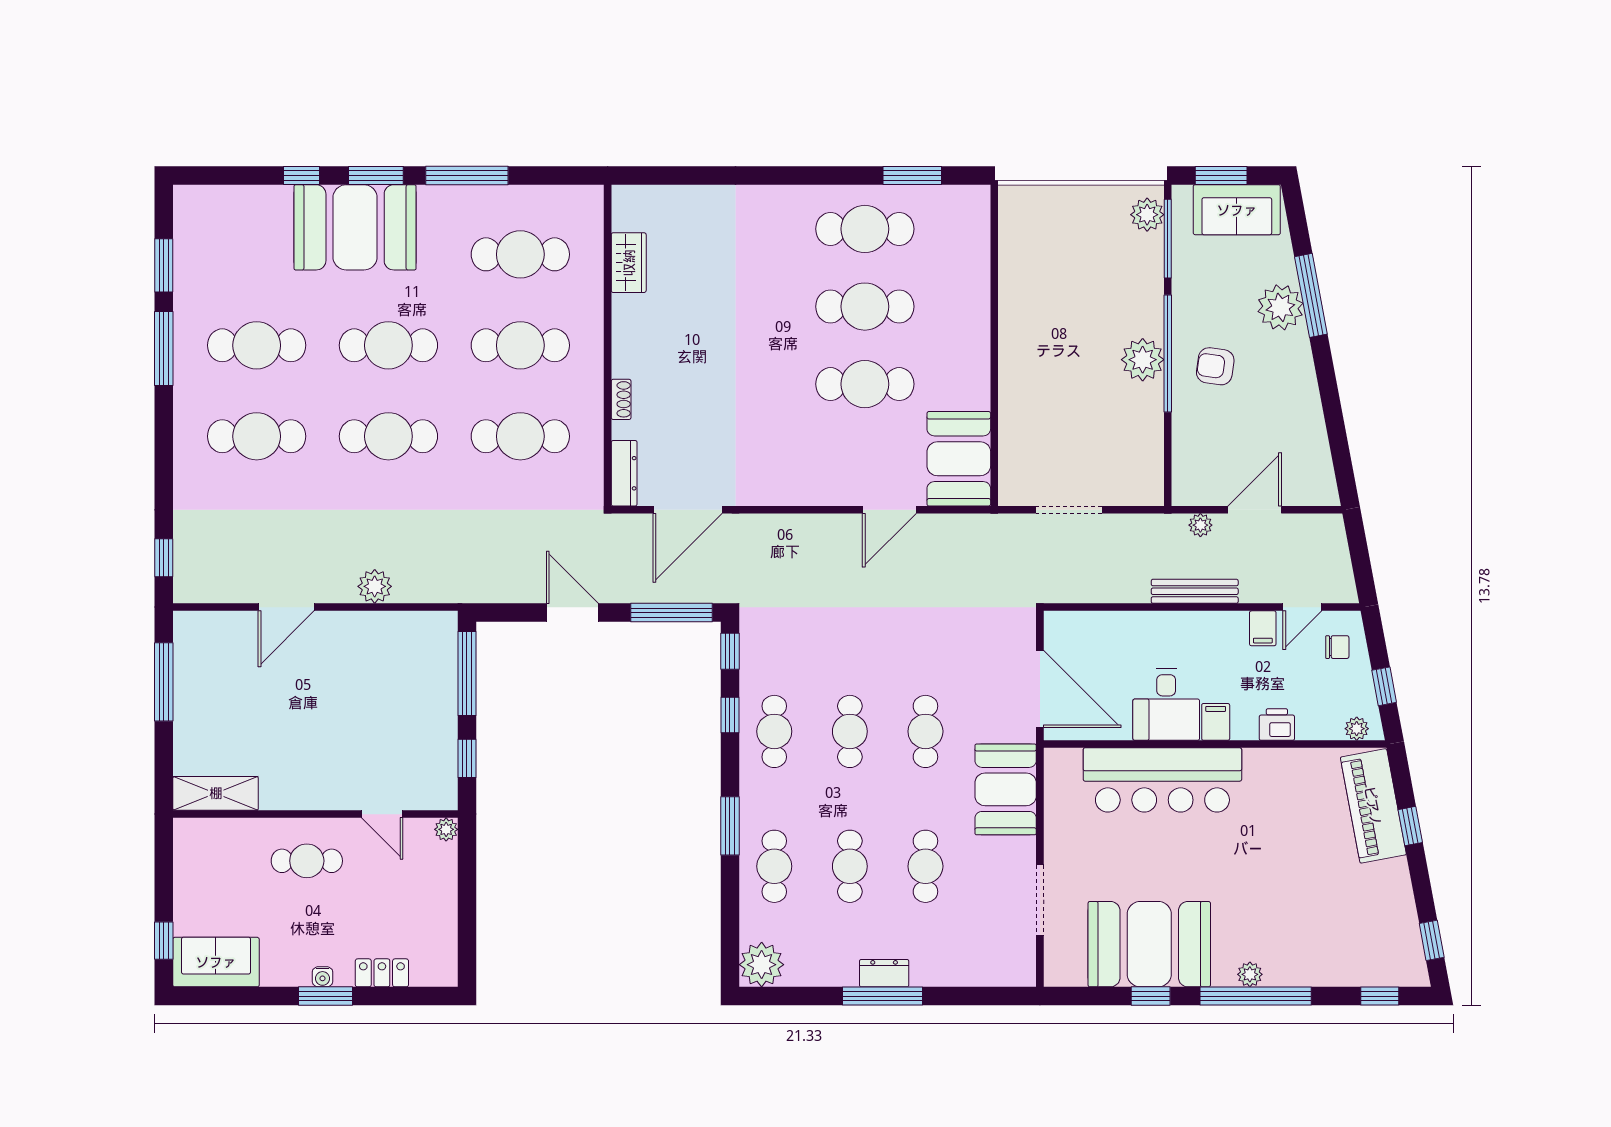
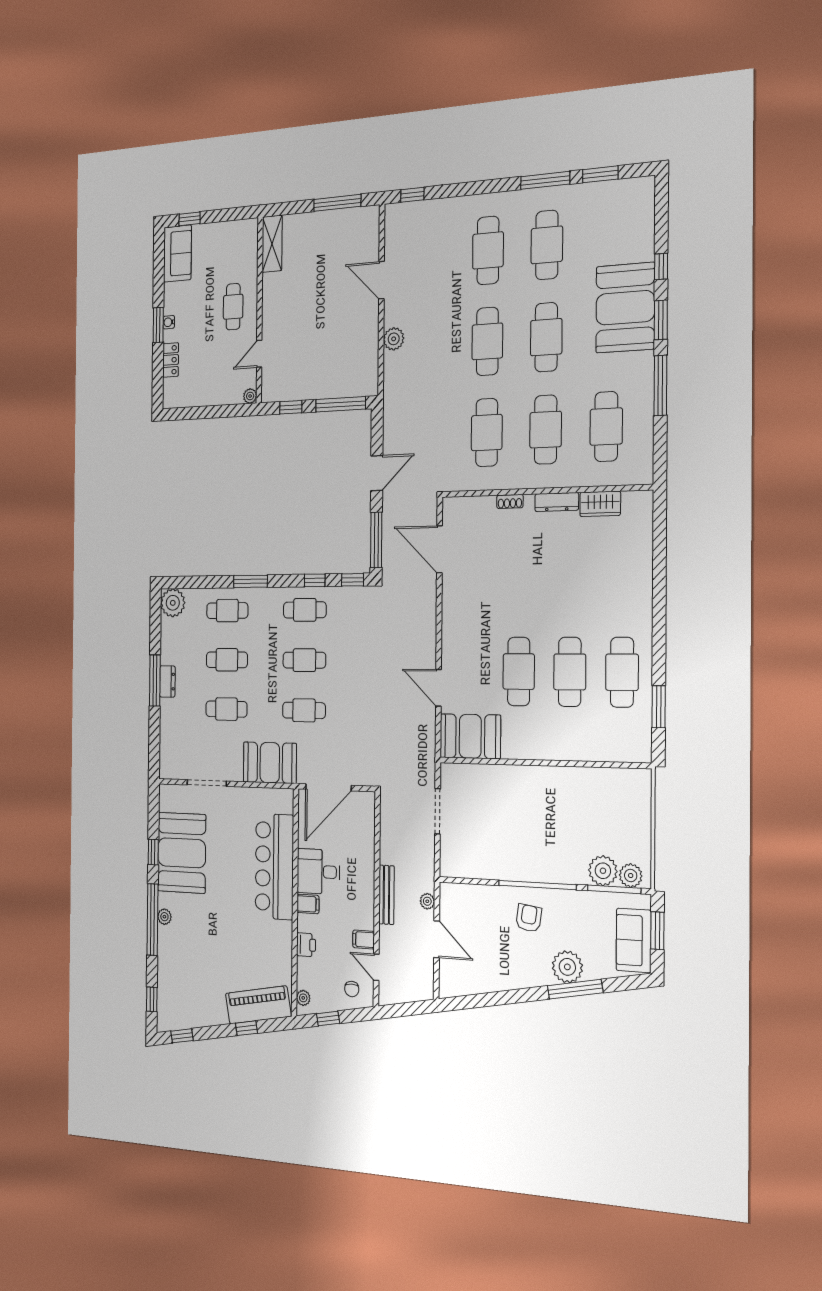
plant: (1143, 360) -> (603, 871), moved
dresser: (624, 473) -> (557, 502), moved

